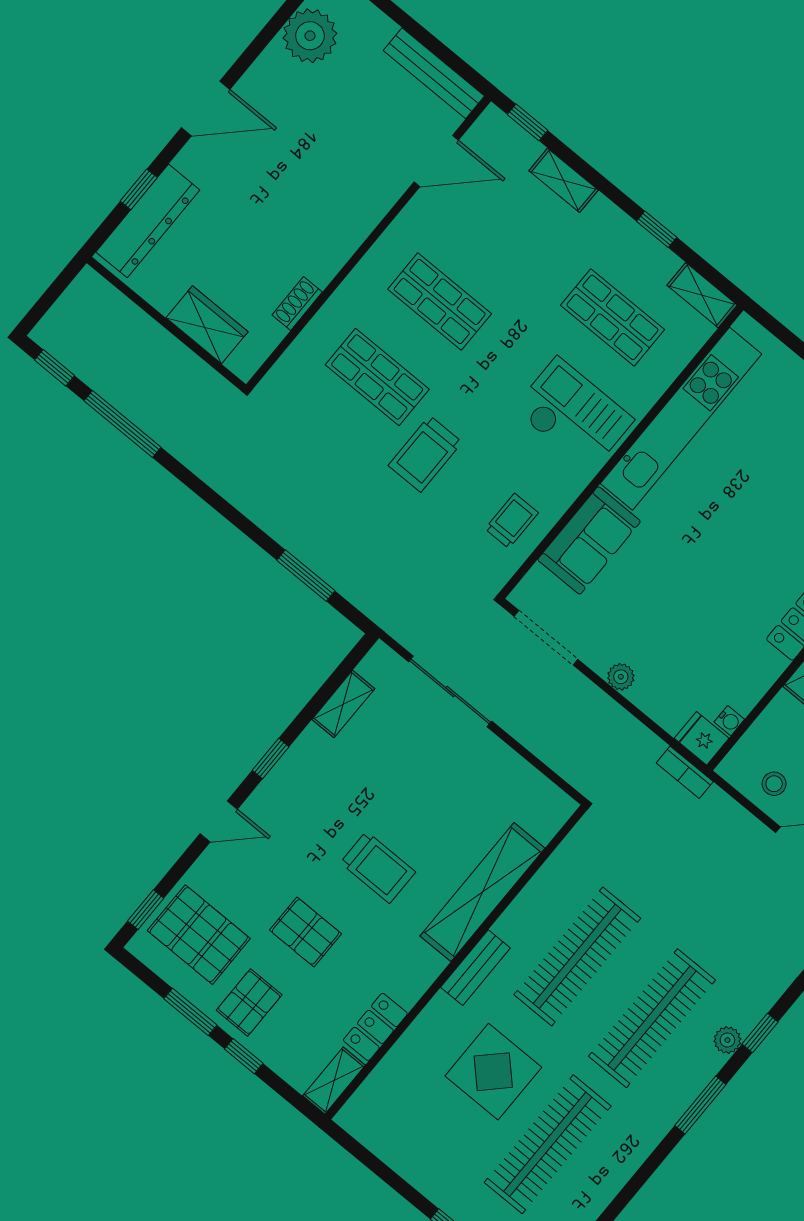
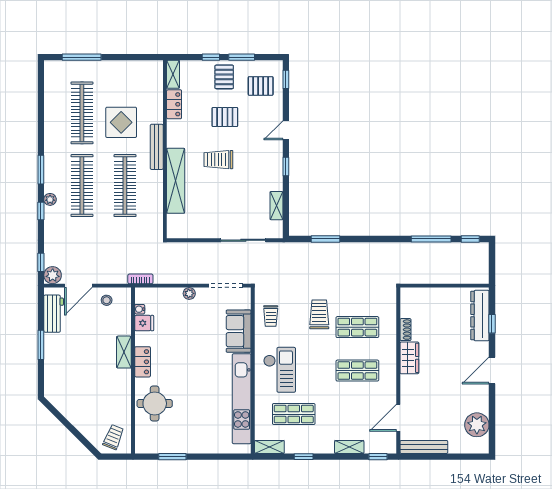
wardrobe: (207, 325) -> (409, 358), moved, turned -90
checkout: (573, 415) -> (280, 370), turned -90
fridge: (702, 738) -> (144, 323), moved
pallet: (199, 935) -> (261, 86), width x0.67, depth x0.71
bench: (475, 968) -> (157, 147), width x1.36

